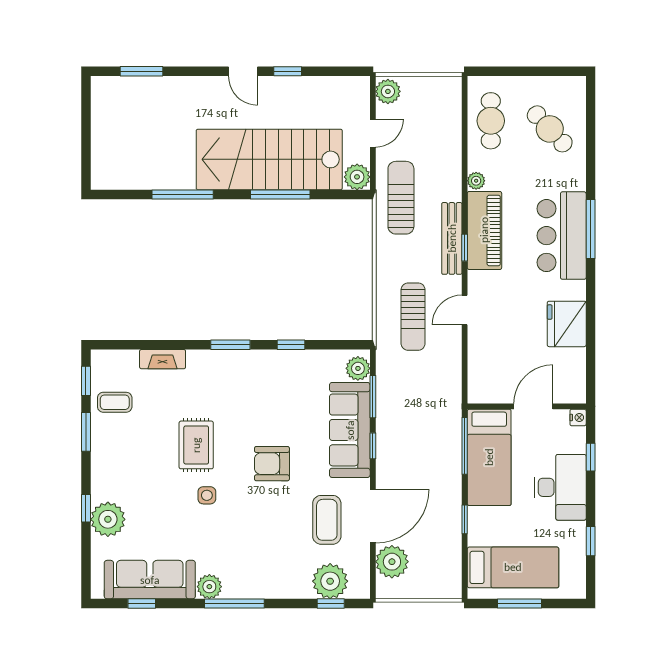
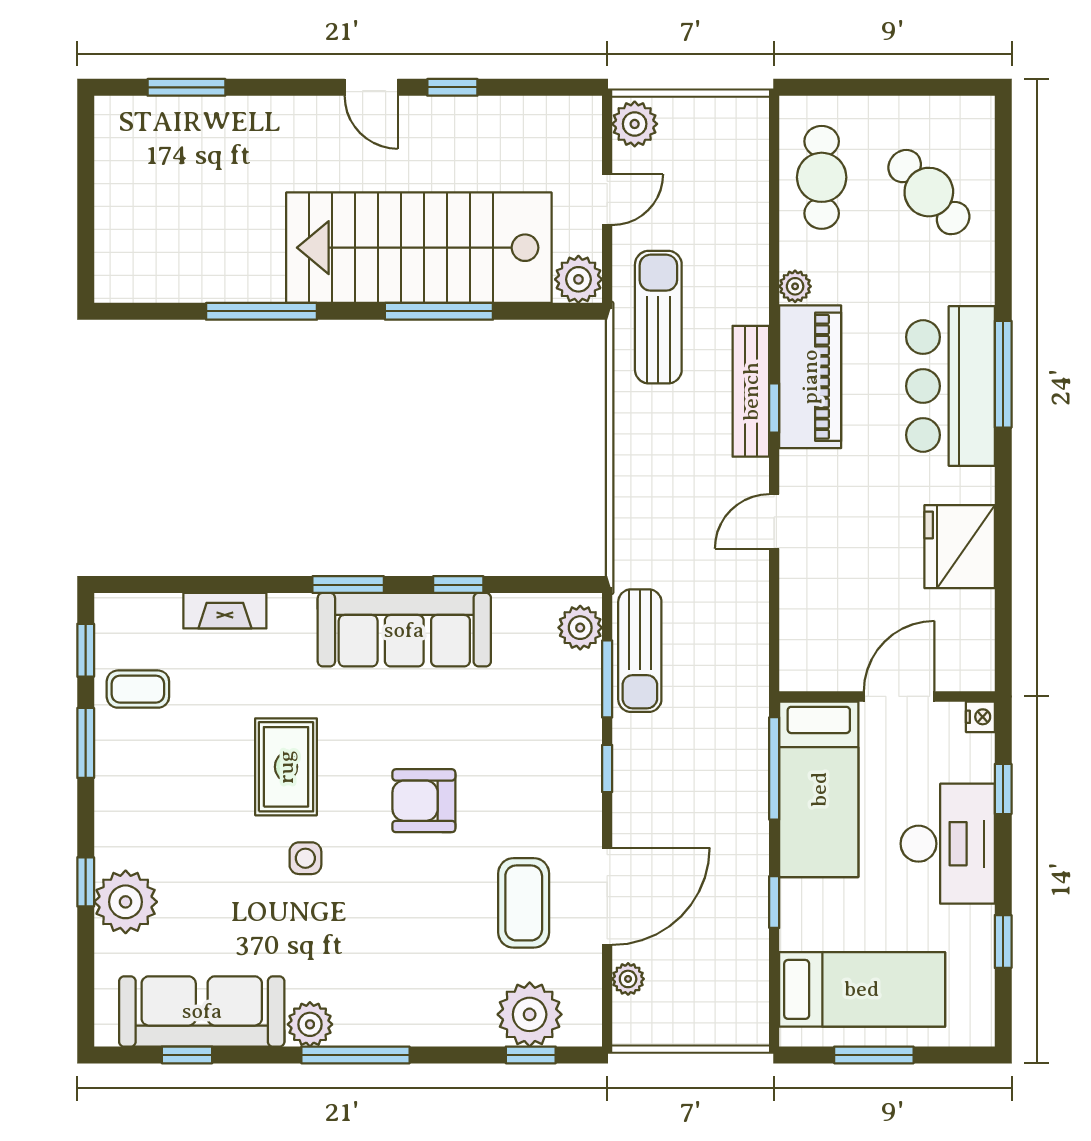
sun lounger: (413, 317) -> (640, 651), moved
sofa: (350, 430) -> (404, 630), moved, turned -90
plant: (392, 562) -> (628, 979), width x0.53, depth x0.53

